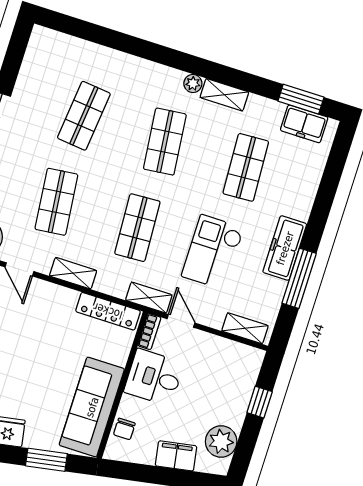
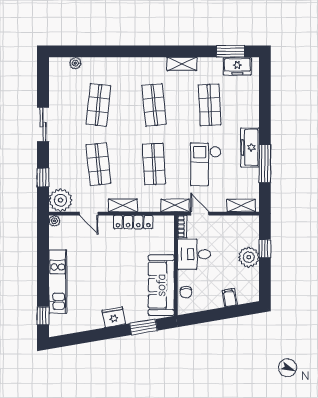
plant: (193, 84) -> (75, 63), moved
locker: (108, 311) -> (133, 222), moved
plant: (221, 441) -> (249, 257), moved
filing cabinet: (176, 456) -> (230, 298), width x0.50

